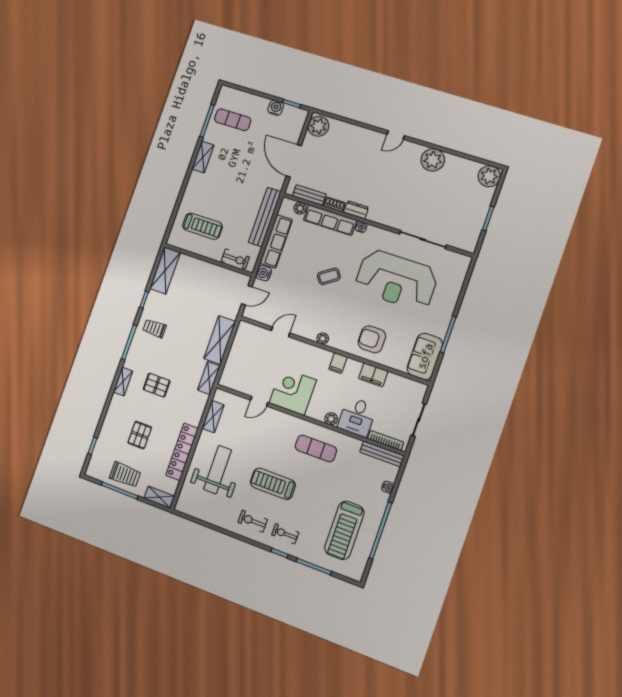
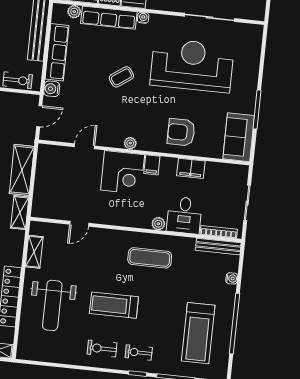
reception desk: (396, 280) -> (192, 65), turned 180
corner desk: (293, 391) -> (123, 172), moved, turned 180
weight bench: (217, 470) -> (52, 305), turned 180

